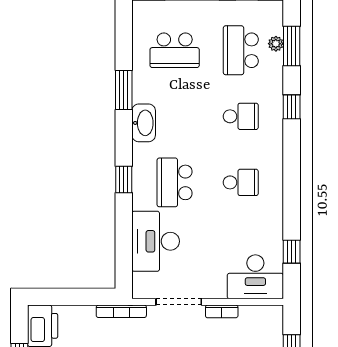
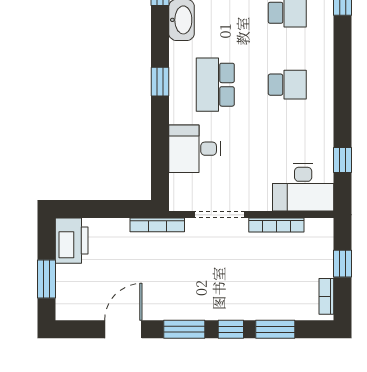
desk: (156, 241) -> (195, 149), width x0.73
bookcase: (222, 311) -> (276, 225), width x1.56

